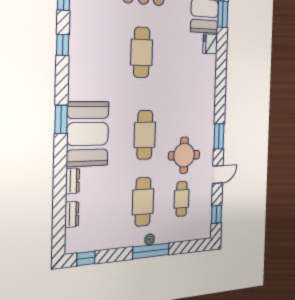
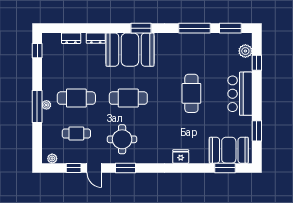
fridge: (210, 44) -> (181, 157), moved
window: (63, 45) -> (195, 28), width x2.17
cafe table: (142, 52) -> (191, 93), turned 90
round table: (184, 155) -> (122, 139), moved
window: (216, 214) -> (74, 168), moved
plant: (207, 226) -> (52, 159), added

